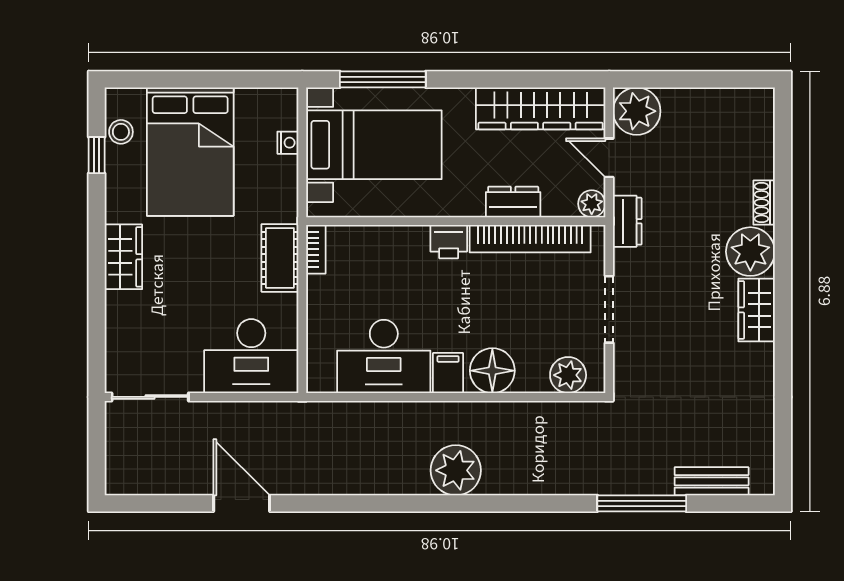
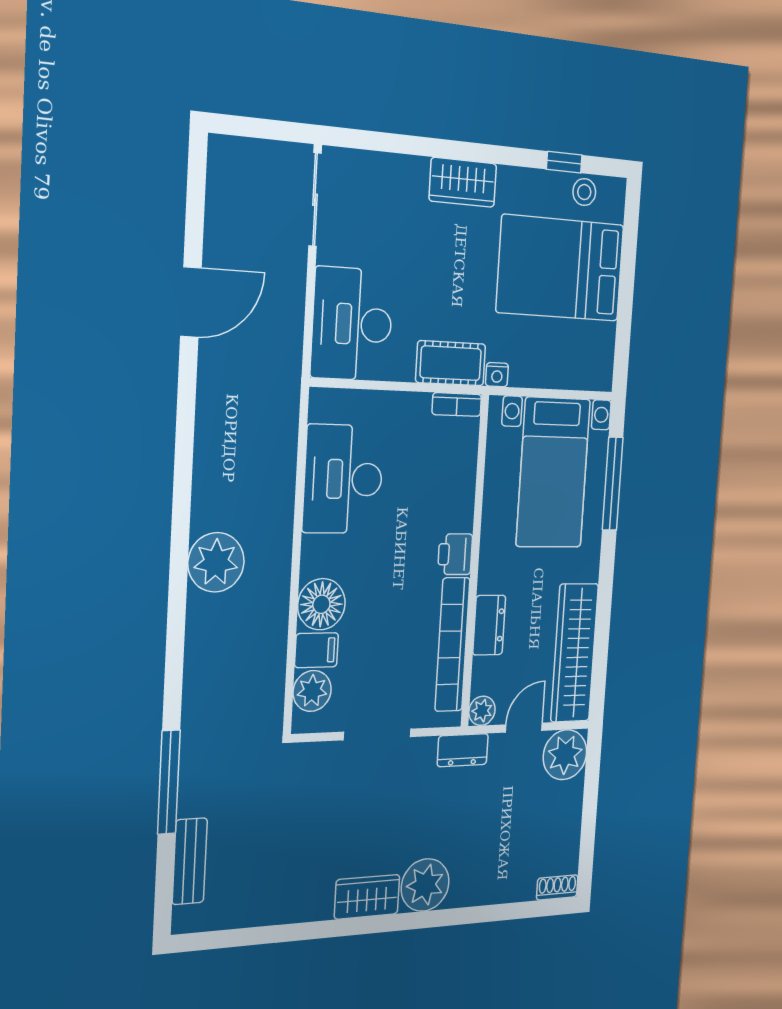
nightstand: (288, 143) -> (497, 375), moved
shoe rack: (764, 203) -> (557, 888), moved
filing cabinet: (448, 373) -> (316, 650), moved

